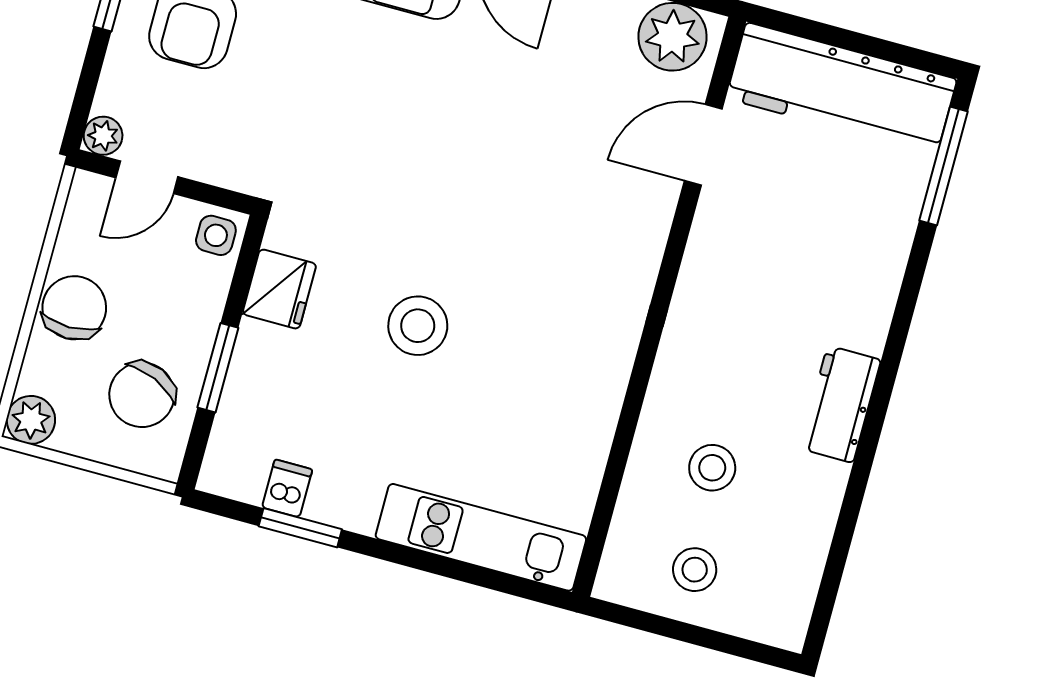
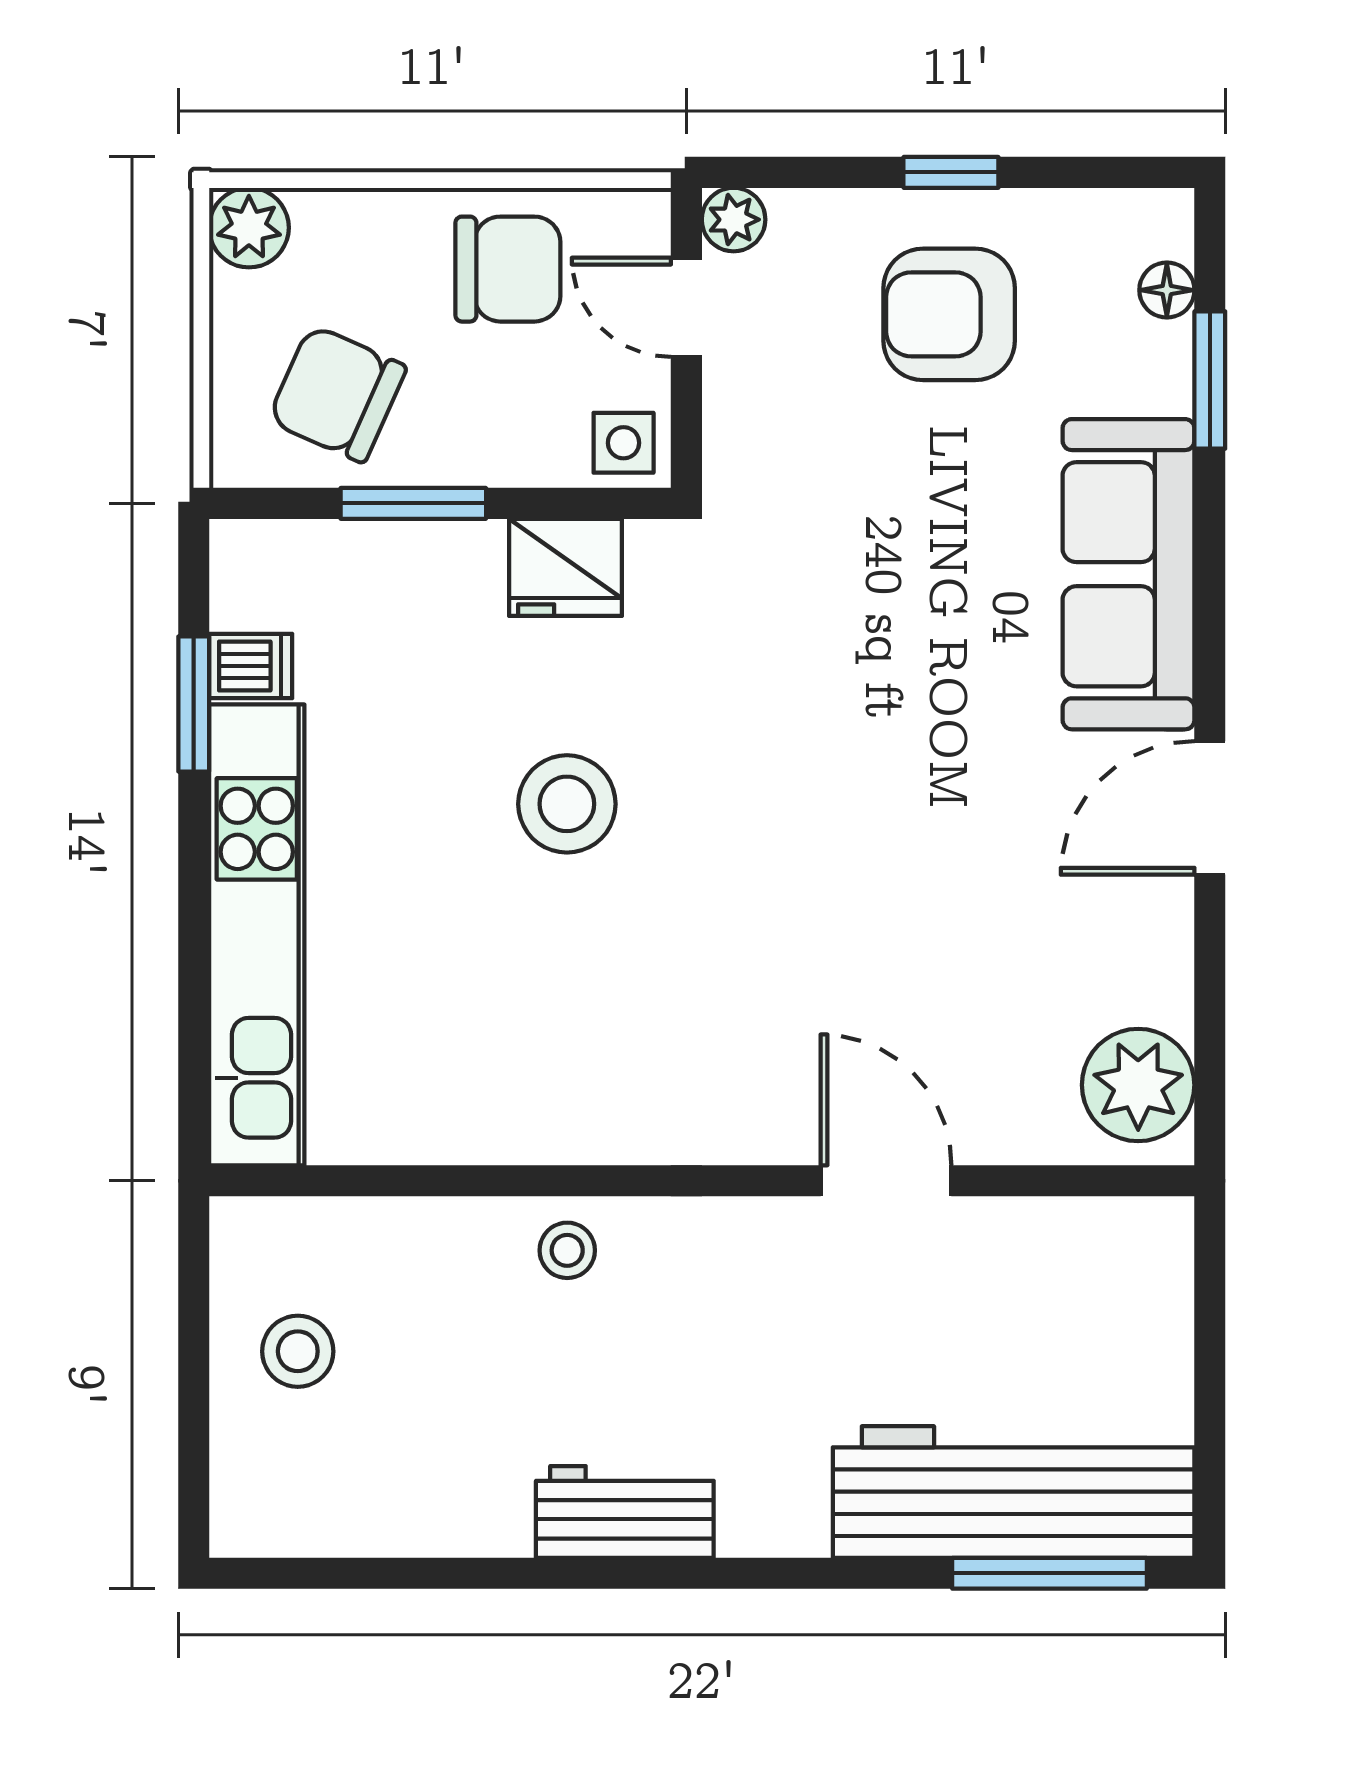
workbench: (841, 89) -> (1014, 1492), moved, turned 90
door: (703, 145) -> (886, 1181), moved
chair: (74, 308) -> (508, 269), moved
stool: (712, 468) -> (567, 1250), moved, width x0.73, depth x0.73
kitchen unit: (481, 537) -> (257, 935), width x1.36

